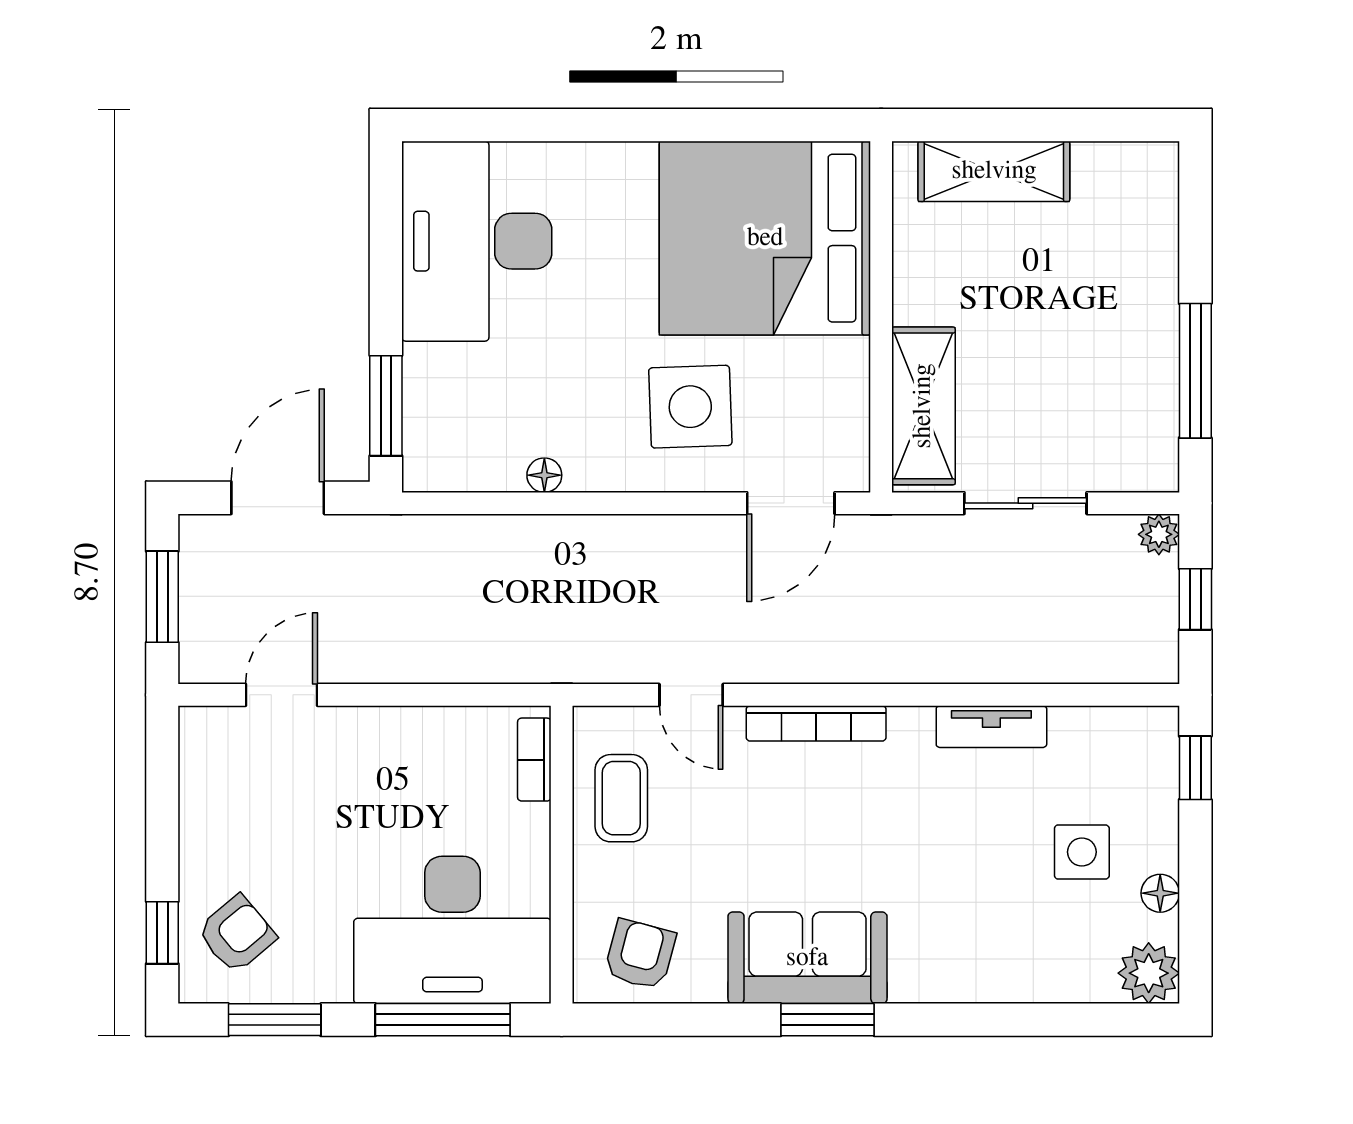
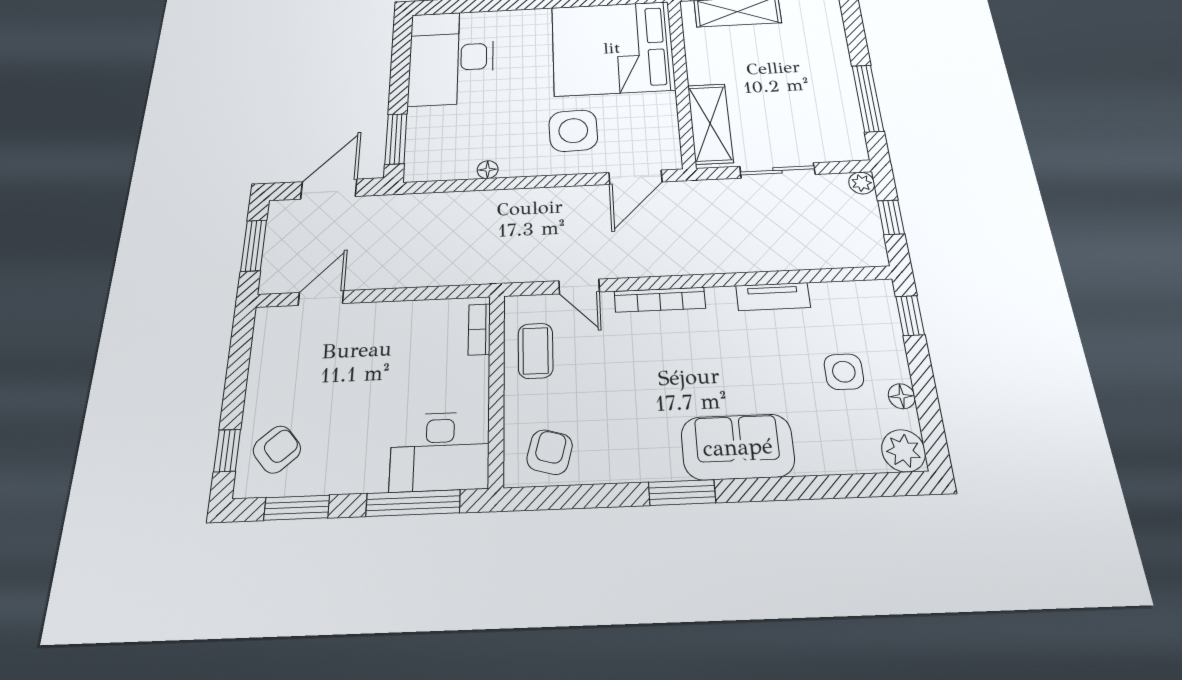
desk: (452, 930) -> (440, 452), width x0.73, depth x0.77
sofa: (807, 958) -> (738, 447), moved

